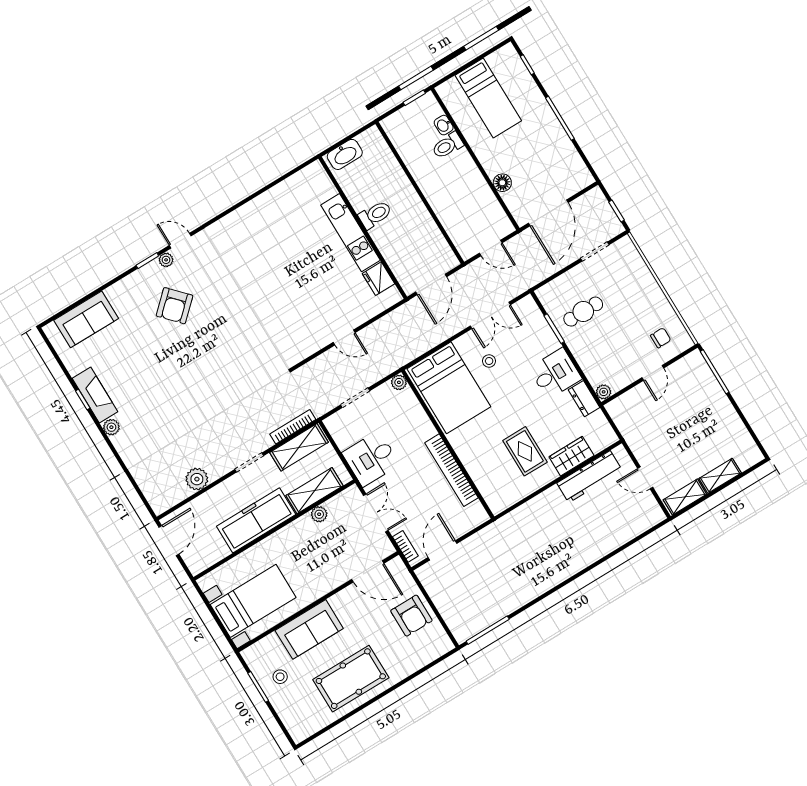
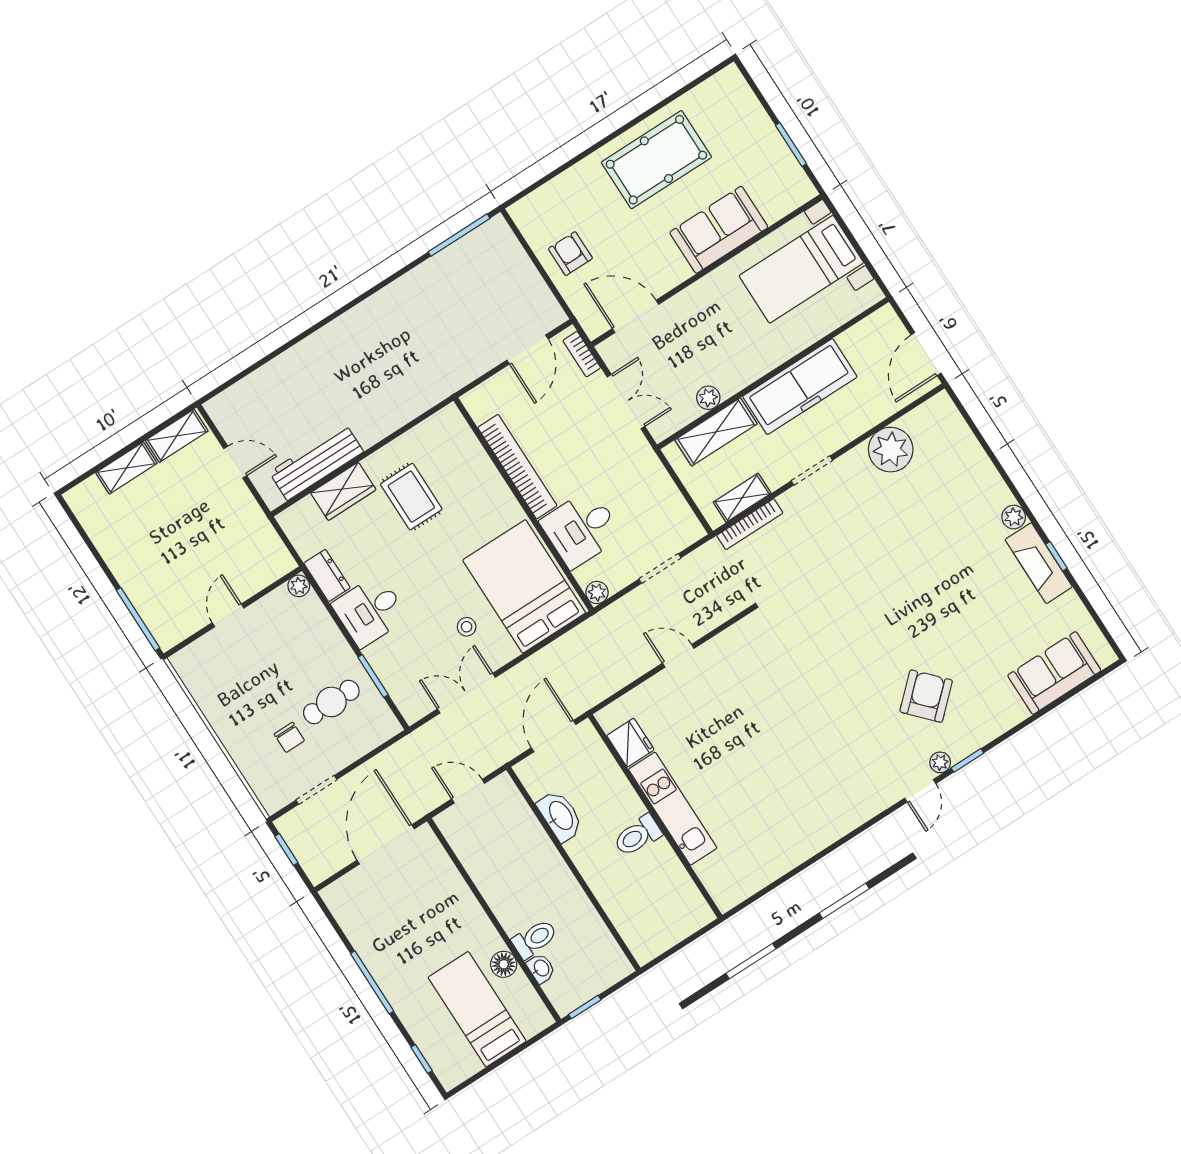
washbasin: (345, 154) -> (560, 816), moved, turned 90
floor lamp: (502, 183) -> (504, 964), moved
door: (180, 241) -> (920, 791), hinge flipped
chair: (661, 338) -> (289, 737), moved, turned -90
shelving: (299, 447) -> (742, 498), width x0.67, depth x0.75
desk: (371, 459) -> (581, 529), moved, turned 180
plant: (197, 479) -> (891, 450), width x1.36, depth x1.36
double door: (376, 513) -> (626, 402), swing flipped
armchair: (411, 616) -> (570, 254), width x0.72, depth x0.72
stool: (280, 677) -> (759, 160), removed

